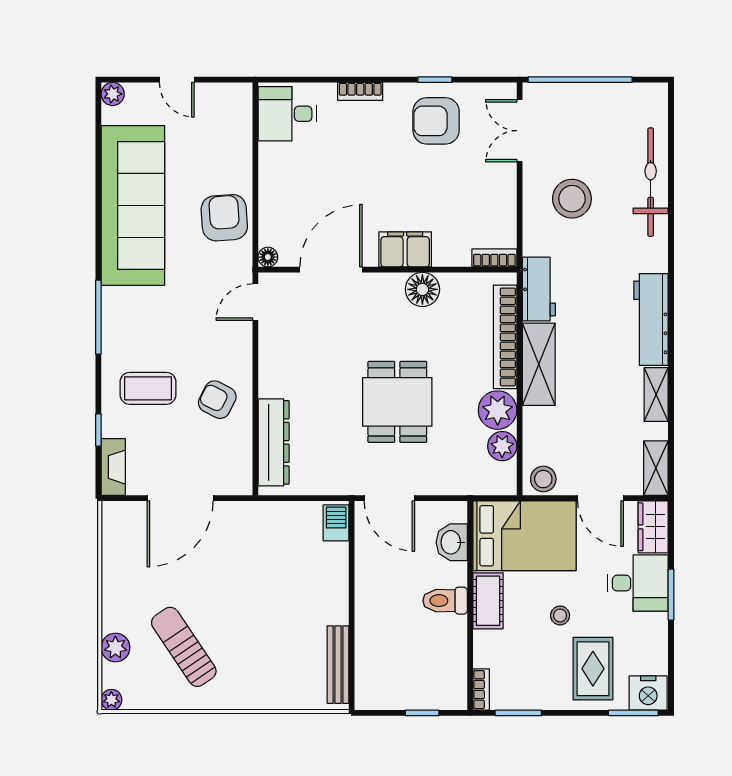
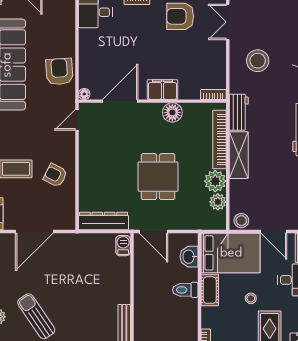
dresser: (274, 442) -> (103, 221), moved, turned -90

